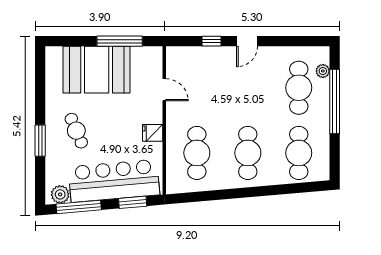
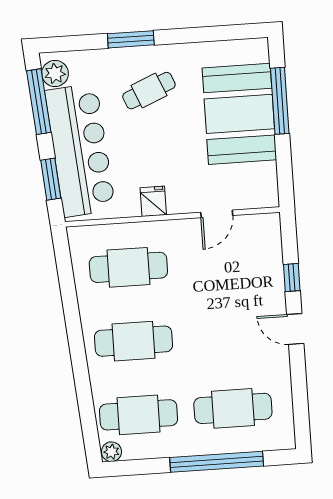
window: (120, 41) -> (280, 101), moved
plant: (323, 71) -> (111, 452), moved

